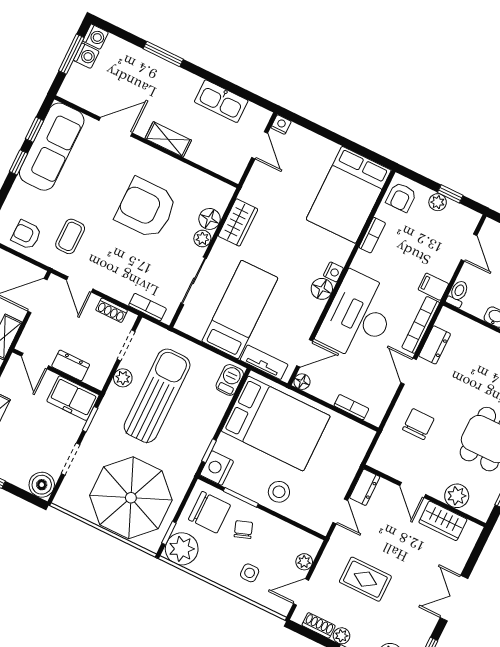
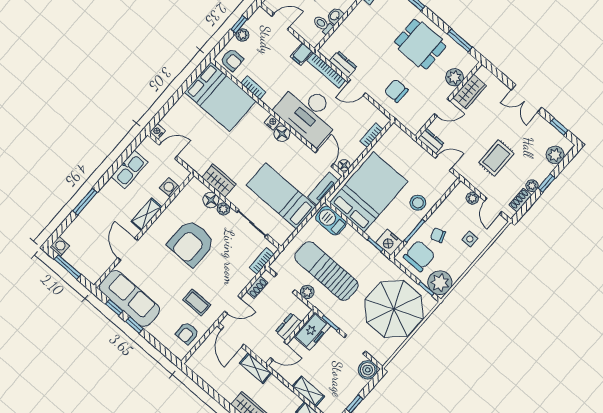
washing machine: (86, 56) -> (170, 187), moved, turned -90
toilet: (458, 294) -> (323, 25), moved
barbecue: (230, 380) -> (331, 221), width x1.38, depth x1.27

